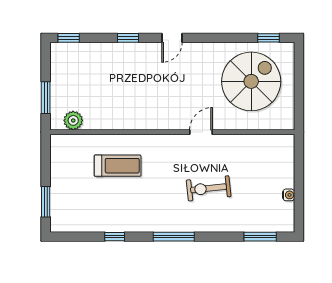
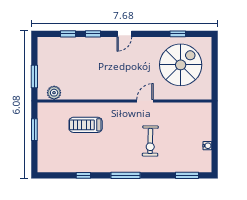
window: (69, 38) -> (68, 34), moved
window: (269, 38) -> (178, 34), moved
treadmill: (118, 166) -> (86, 125), turned 180
exercise bike: (209, 188) -> (150, 141), turned -83
window: (46, 202) -> (34, 130), moved

